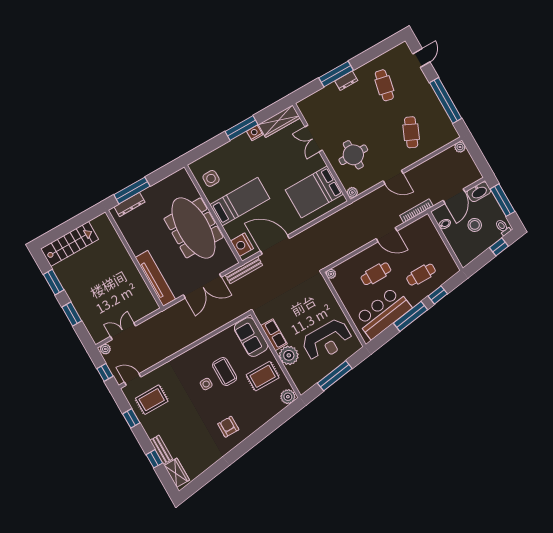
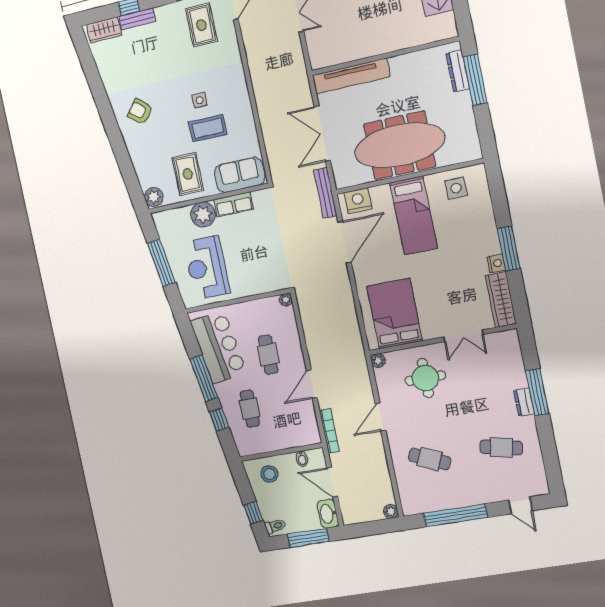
double door: (314, 138) -> (463, 336), swing flipped
stool: (475, 225) -> (269, 474), moved
armchair: (228, 427) -> (140, 112), turned -141

